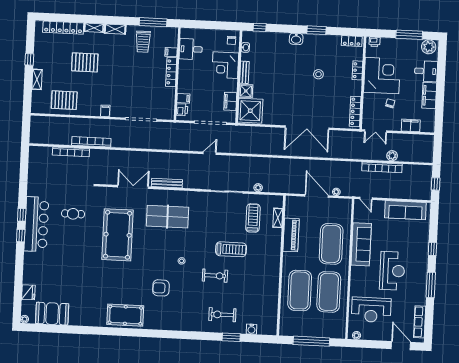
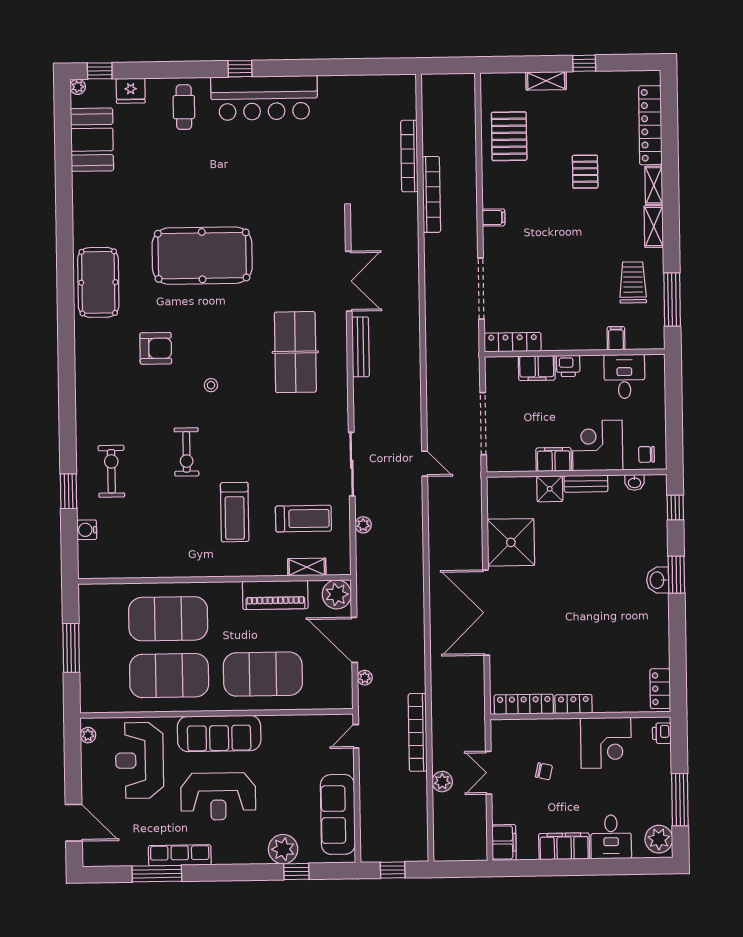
window: (317, 30) -> (676, 575), moved
trolley: (143, 42) -> (633, 282), turned 90
pallet: (85, 62) -> (585, 172), width x0.67, depth x0.71
locker: (357, 70) -> (573, 704), moved
locker: (171, 72) -> (513, 342), moved
stool: (318, 74) -> (592, 628), removed
corner desk: (382, 76) -> (606, 743), width x0.74, depth x0.74
filing cabinet: (183, 98) -> (537, 368), width x2.00
filing cabinet: (230, 101) -> (554, 459), moved
printer: (182, 110) -> (568, 366), moved
shower: (250, 111) -> (511, 542), moved
filing cabinet: (411, 125) -> (504, 842), moved
double door: (376, 131) -> (489, 773), moved
door: (210, 153) -> (425, 464), moved
bookcase: (382, 167) -> (418, 732), moved
door: (317, 196) -> (354, 640), swing flipped
plant: (293, 203) -> (337, 594), added
cafe table: (73, 214) -> (184, 107), moved
window: (22, 215) -> (100, 71), moved
pool table: (118, 235) -> (202, 256), moved
plant: (421, 239) -> (283, 849), added
sofa: (361, 244) -> (219, 733), moved
treadmill: (231, 249) -> (235, 512), moved
window: (432, 249) -> (296, 871), moved
window: (431, 285) -> (157, 874), moved
armchair: (161, 288) -> (156, 348), turned 90
row of seats: (420, 322) -> (180, 855), moved
window: (311, 341) -> (71, 648), width x0.68
door: (401, 346) -> (74, 823), hinge flipped

